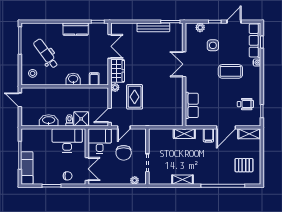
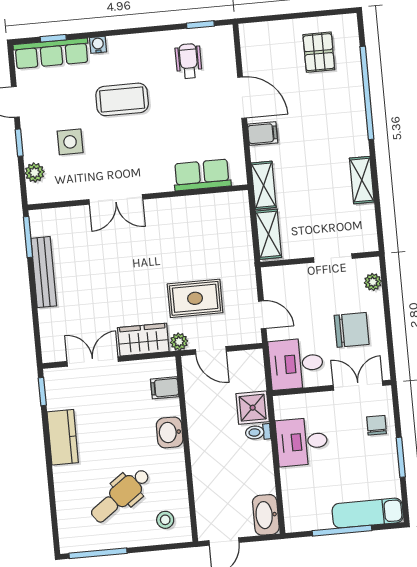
coffee table: (230, 71) -> (122, 99), turned 90
door: (110, 115) -> (211, 350), moved
washbasin: (49, 120) -> (266, 515), moved
shelving: (249, 134) -> (269, 234), moved
desk: (67, 140) -> (302, 442), width x0.73
chair: (124, 153) -> (352, 330), moved

